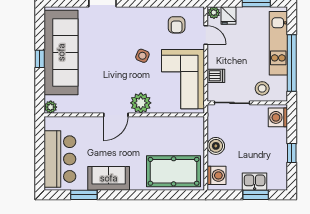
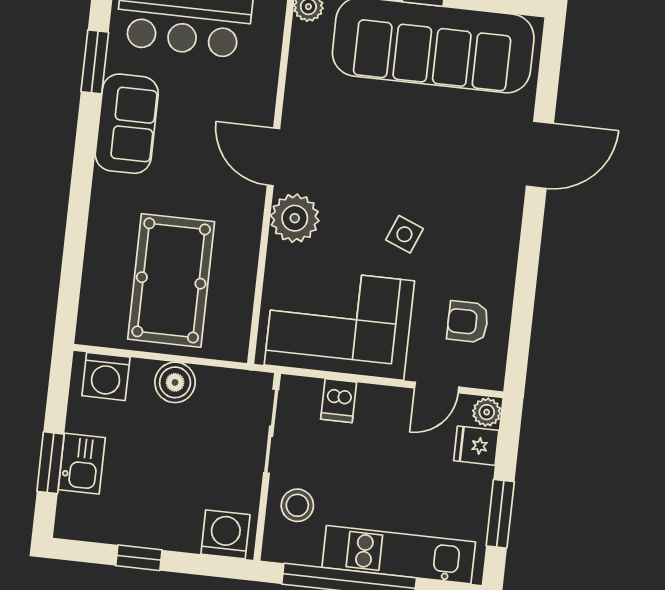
pool table: (174, 171) -> (171, 280), moved

